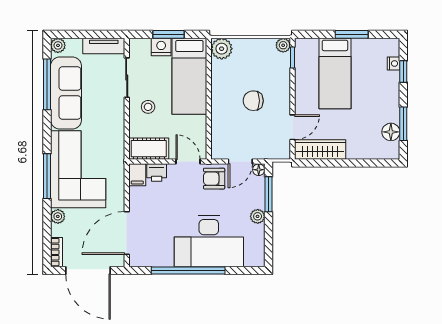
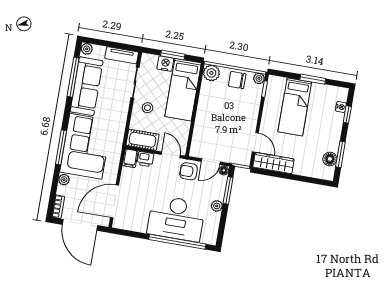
chair: (253, 101) -> (237, 80), moved
door: (293, 127) -> (255, 142), hinge flipped
window: (188, 270) -> (177, 242), moved

